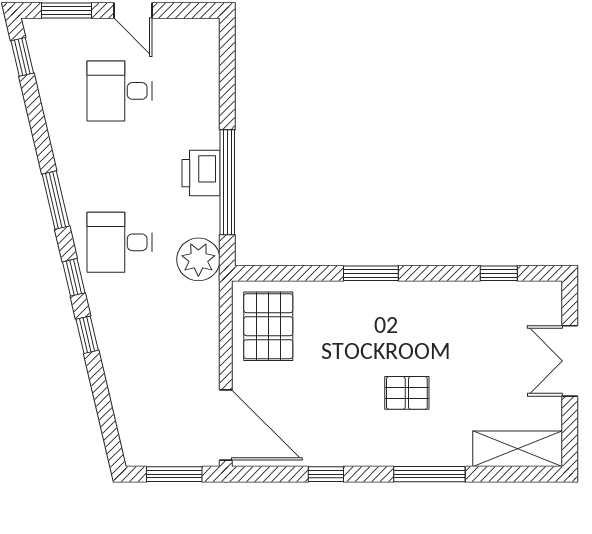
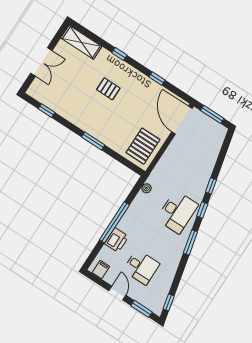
filing cabinet: (194, 35) -> (101, 270), added
printer: (201, 173) -> (117, 240), moved
window: (227, 182) -> (114, 222), moved
desk: (120, 242) -> (177, 212), width x1.37
plant: (198, 259) -> (147, 188), width x0.53, depth x0.53
window: (429, 474) -> (119, 54), width x0.46

